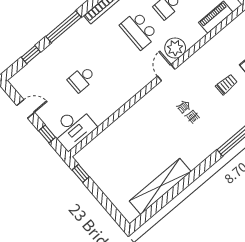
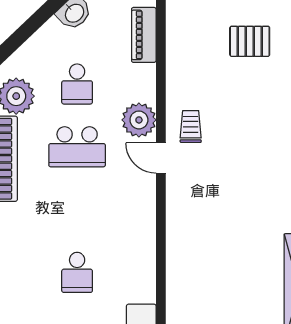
trolley: (226, 84) -> (191, 126), moved

